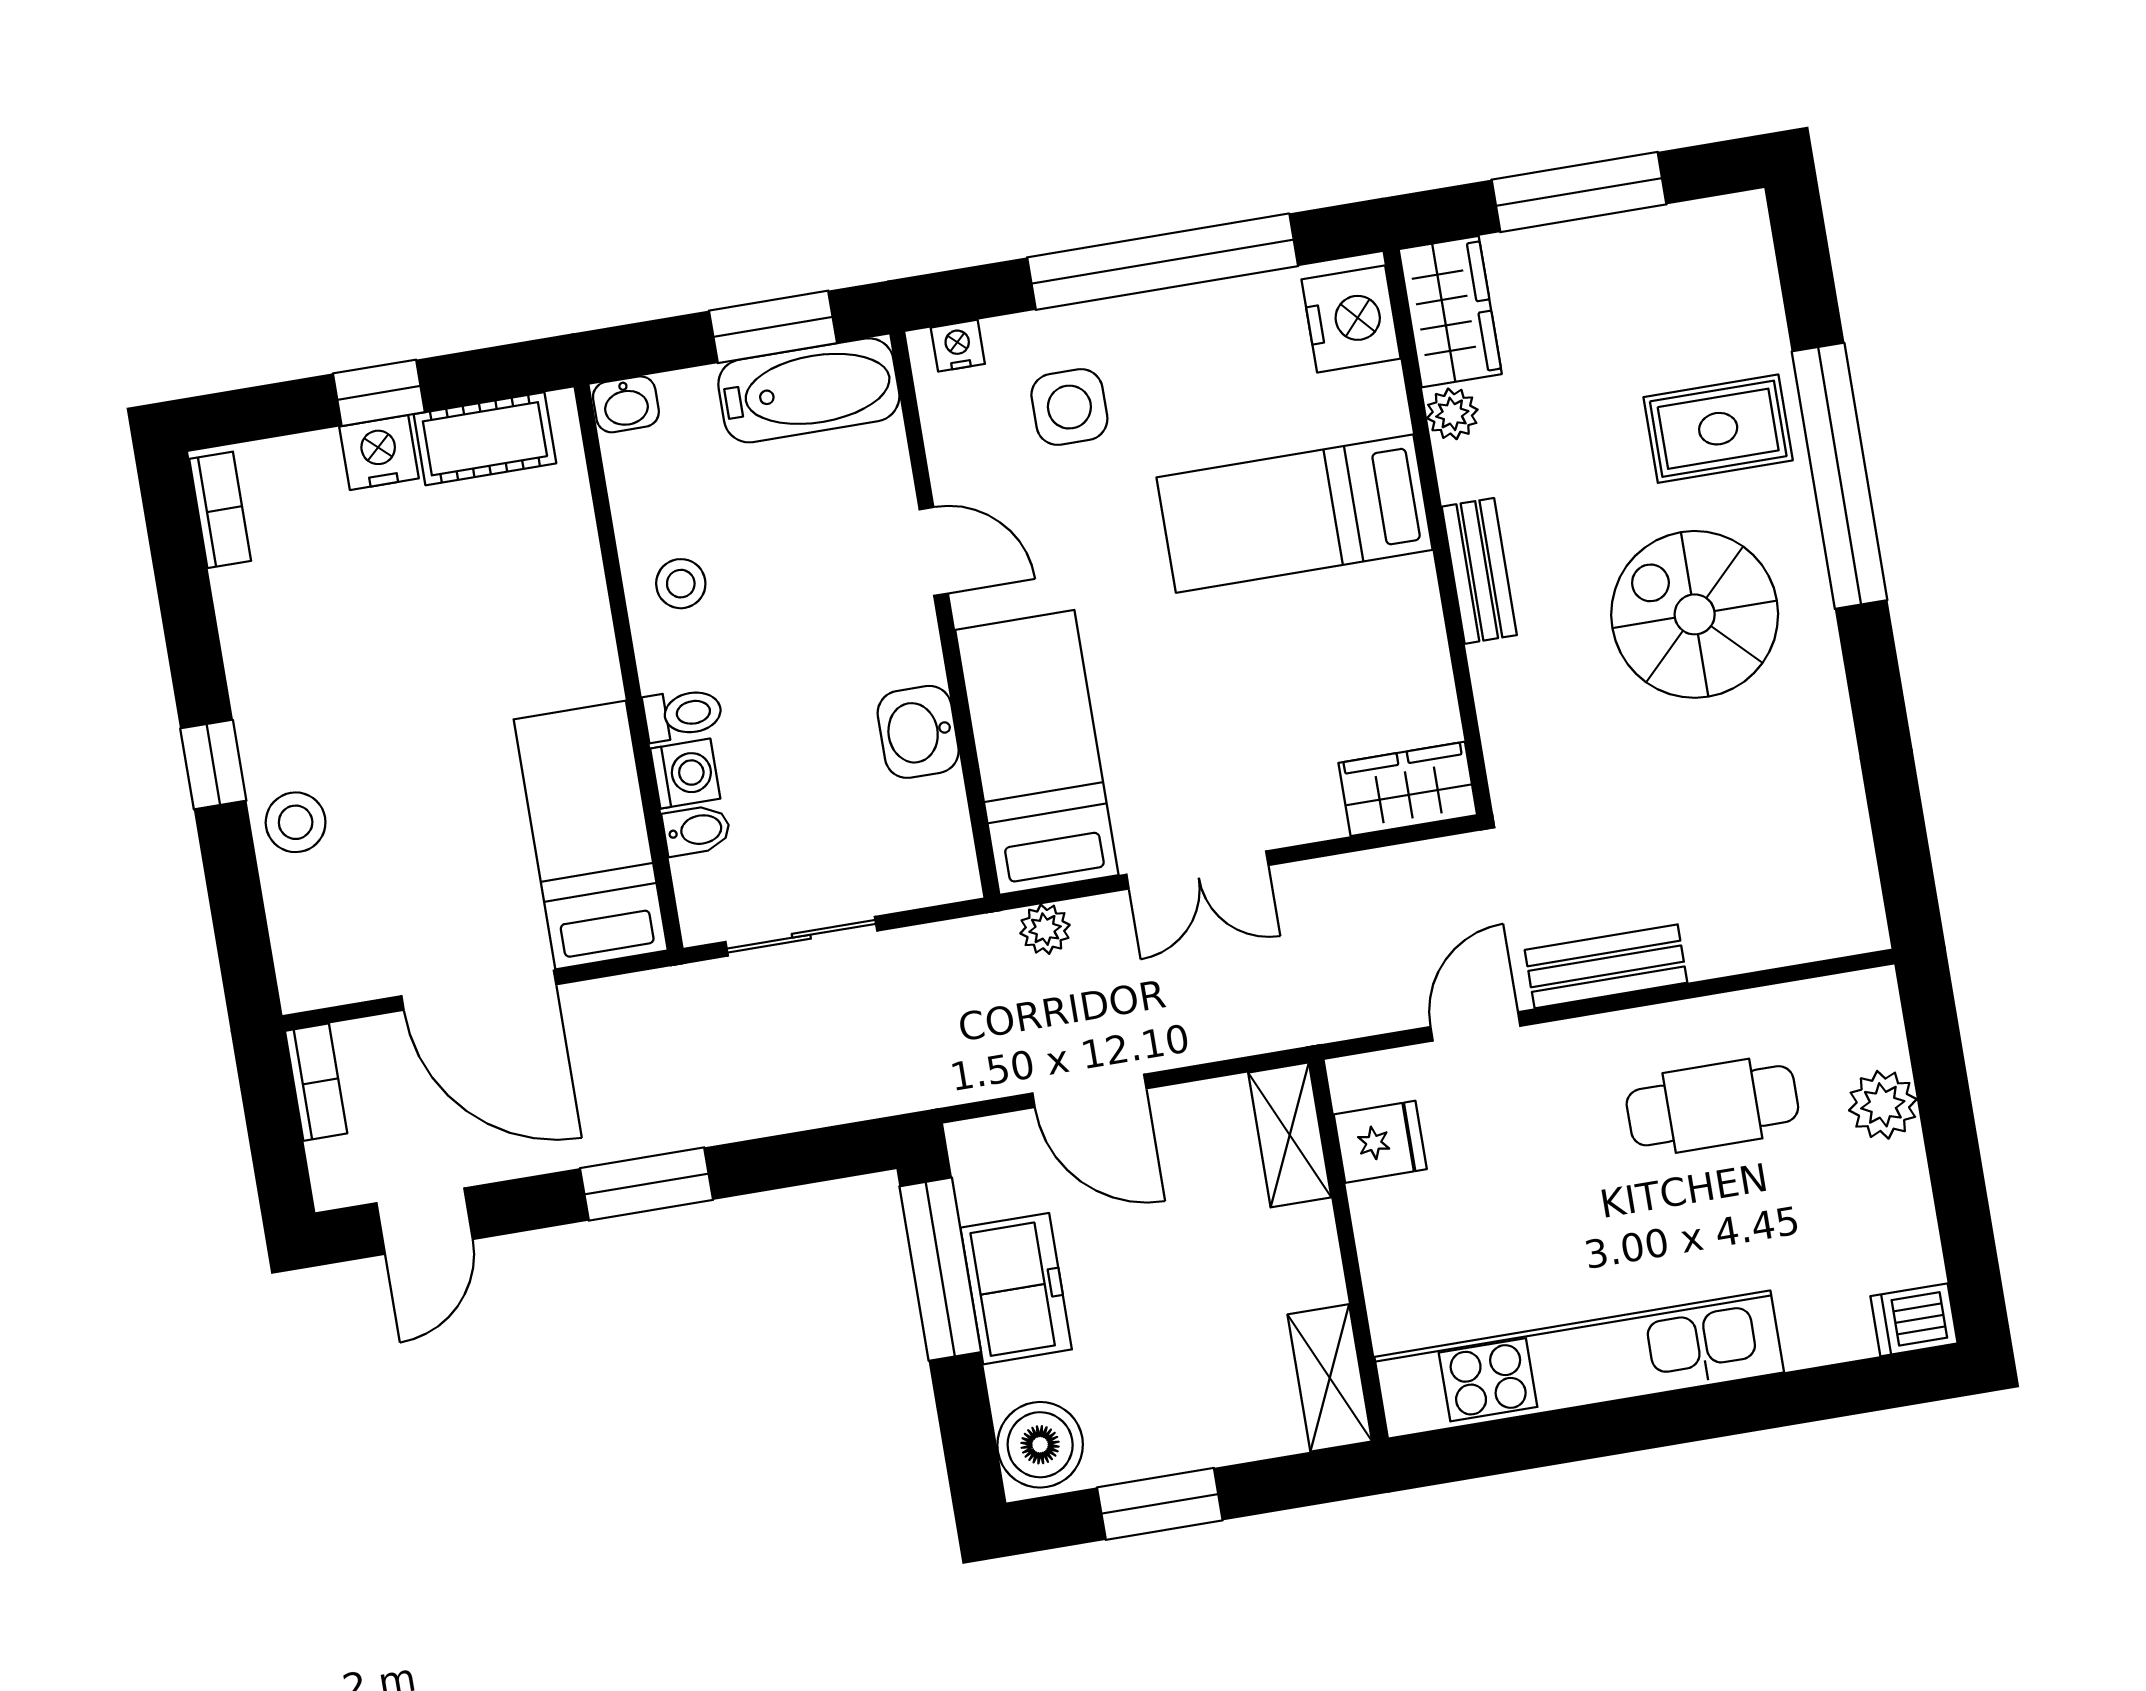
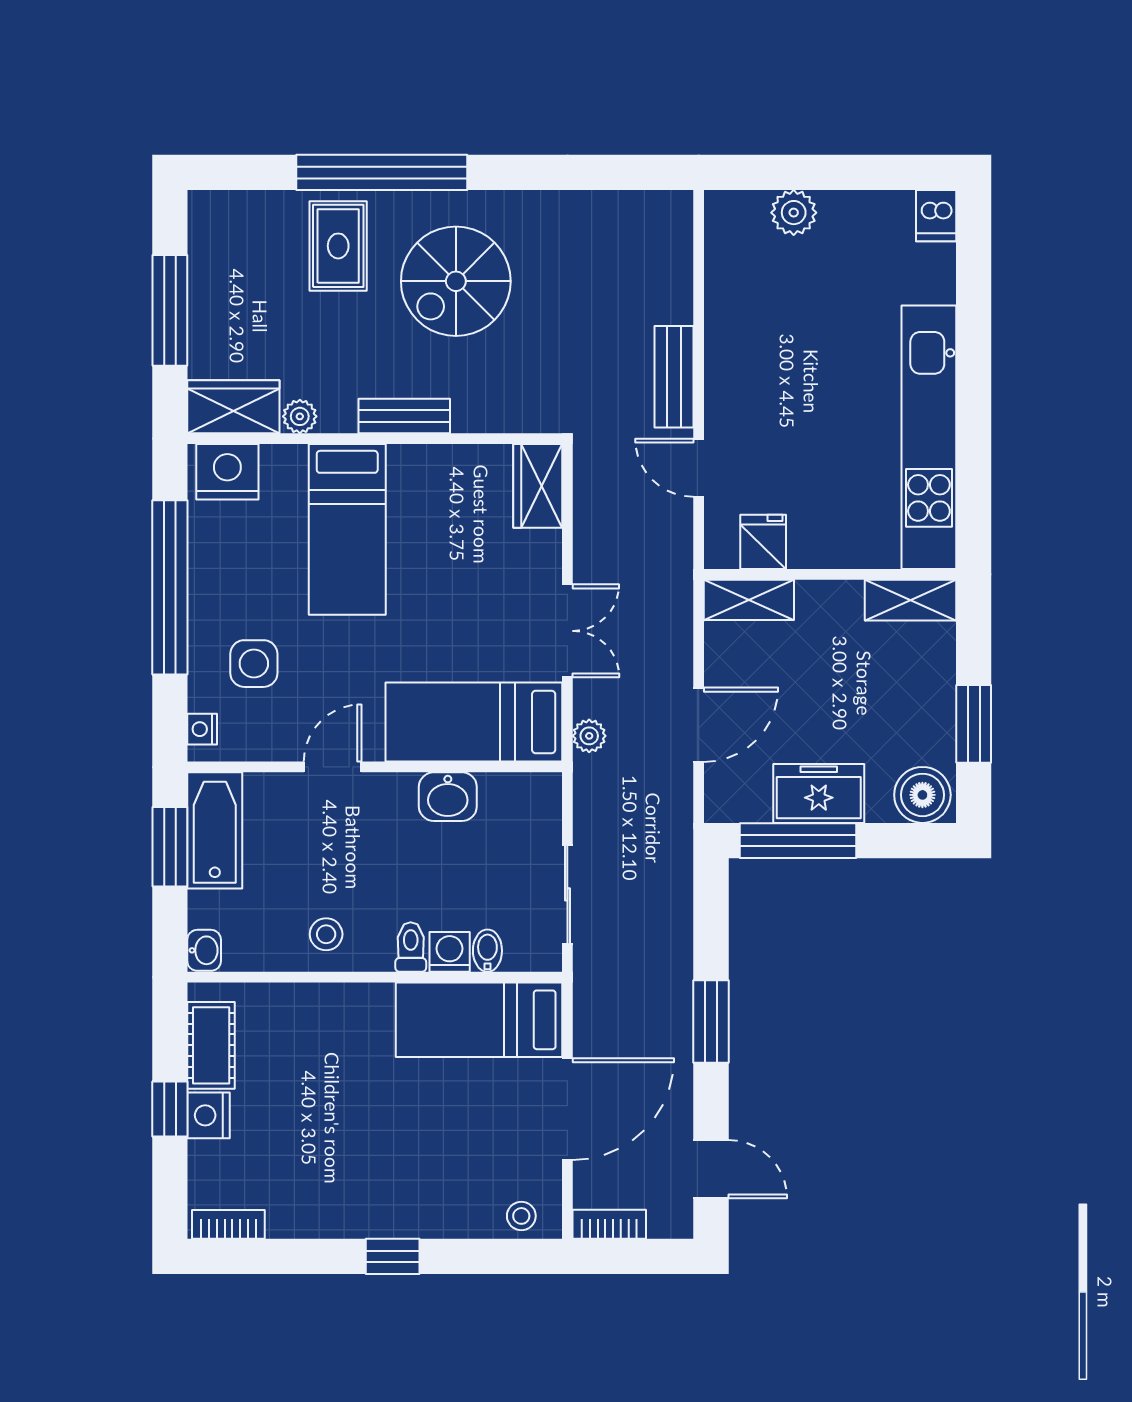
stool: (296, 822) -> (521, 1216), moved, width x0.73, depth x0.73
cafe table: (1712, 1106) -> (776, 323), removed

